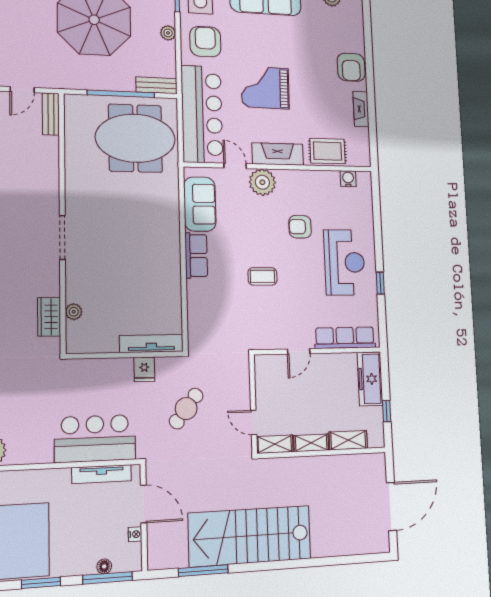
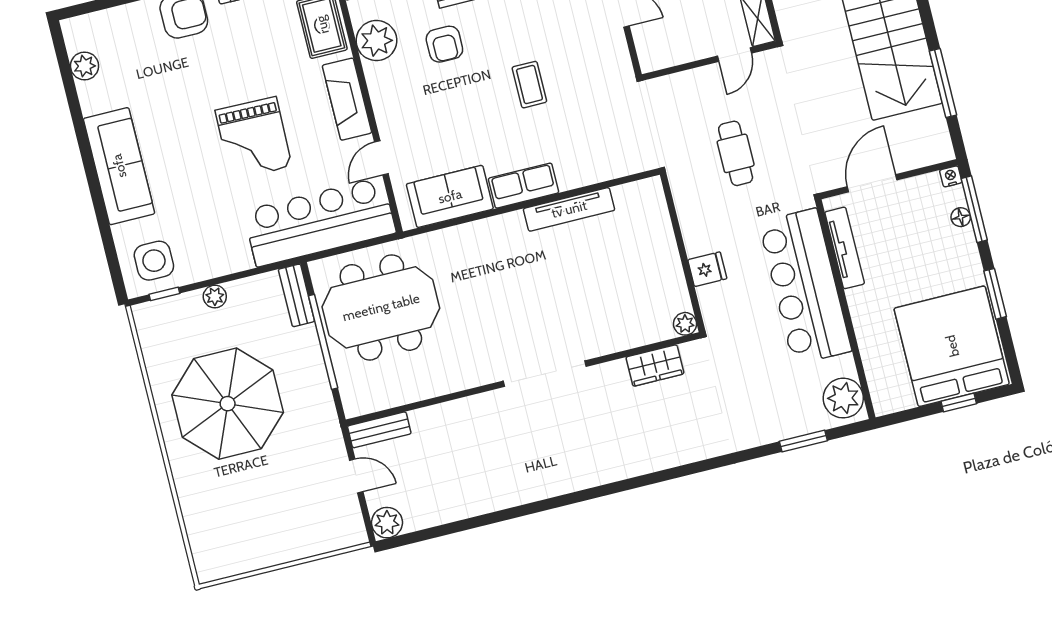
armchair: (205, 42) -> (211, 240), removed
meeting table: (135, 138) -> (381, 307), turned 90
plant: (262, 182) -> (376, 41), moved
doorway: (62, 237) -> (545, 374), width x1.36
plant: (74, 312) -> (685, 324), moved
tv unit: (151, 343) -> (569, 209), moved, turned -90
fridge: (144, 369) -> (707, 269), moved
cafe table: (186, 409) -> (736, 153), turned 52
bar counter: (95, 438) -> (805, 287), width x1.36
nightstand: (135, 534) -> (951, 176), moved

